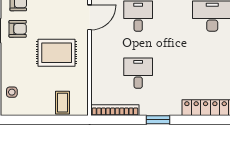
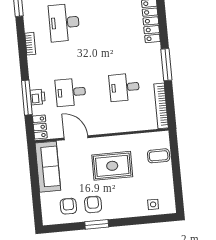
rug: (57, 53) -> (112, 166), turned 90
window: (158, 120) -> (166, 65), width x1.44

